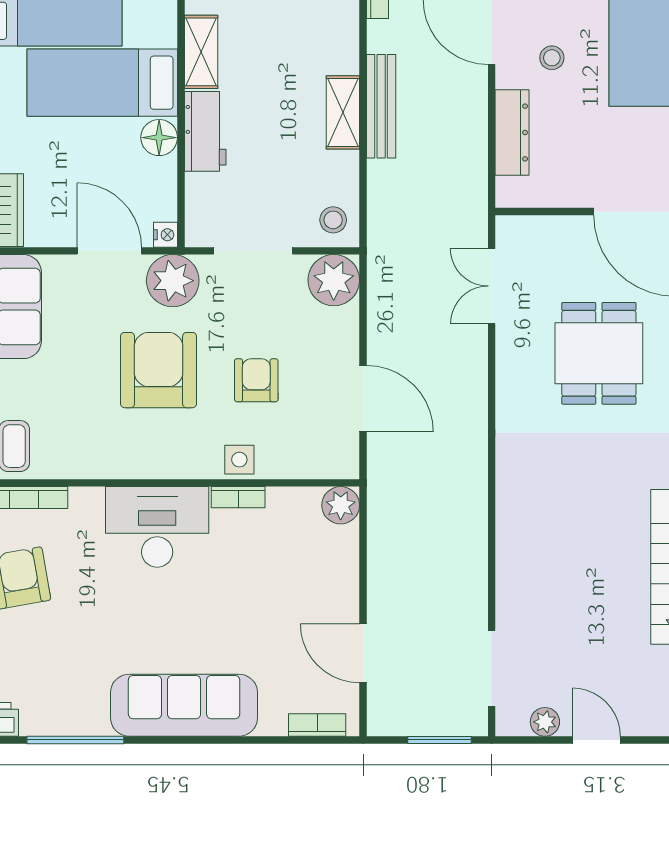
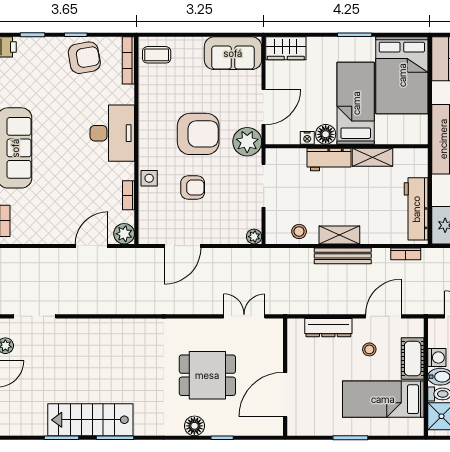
stool: (333, 220) -> (299, 231), moved
nightstand: (166, 235) -> (307, 138), moved
plant: (334, 280) -> (254, 237), width x0.53, depth x0.53
bookcase: (238, 497) -> (129, 195), moved
door: (363, 653) -> (92, 246), moved

